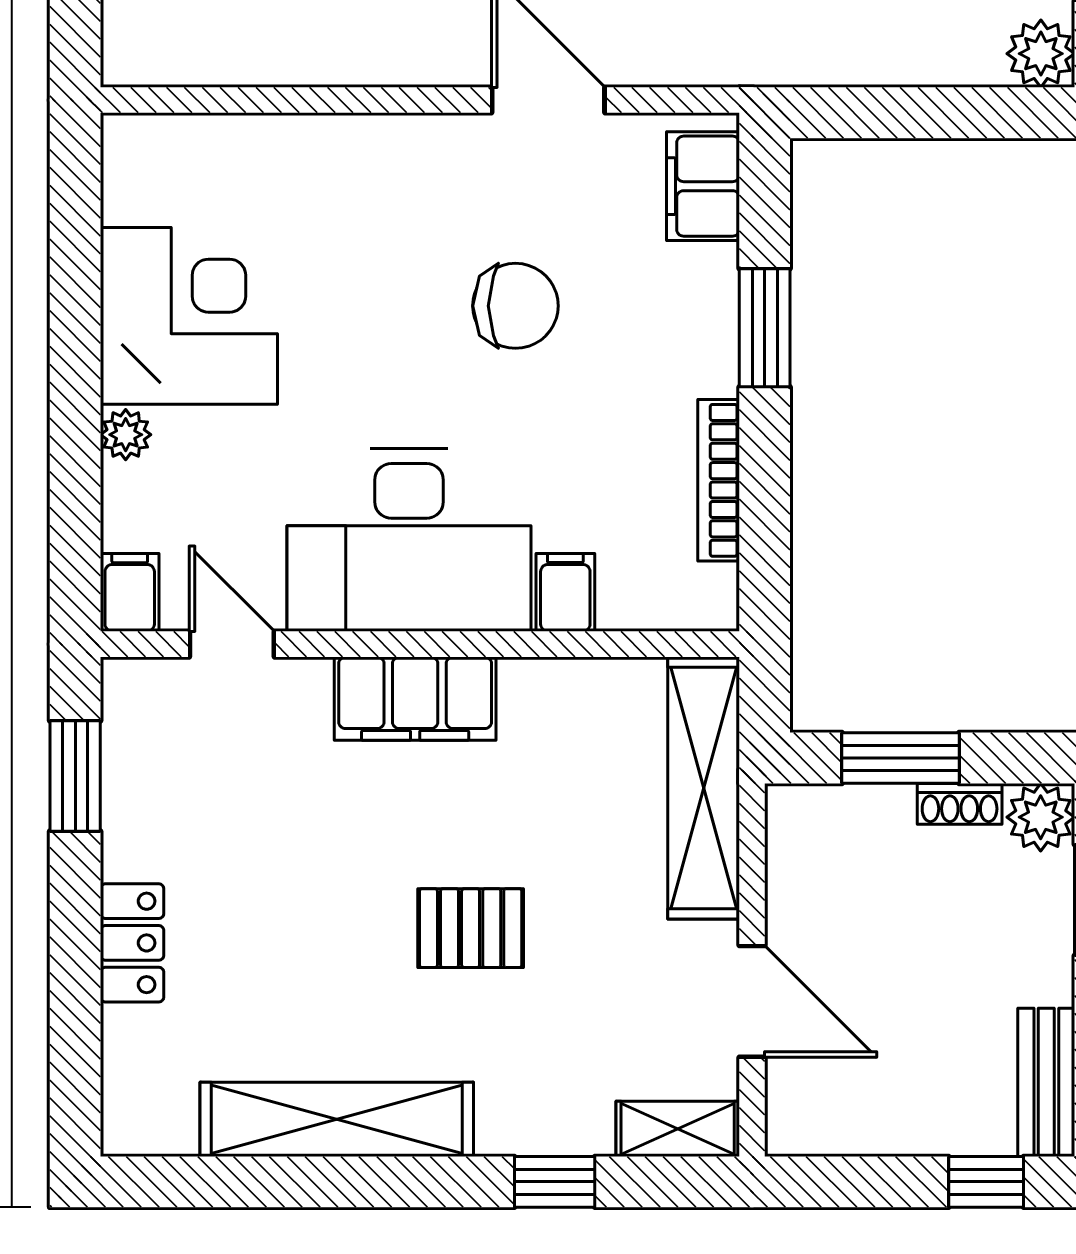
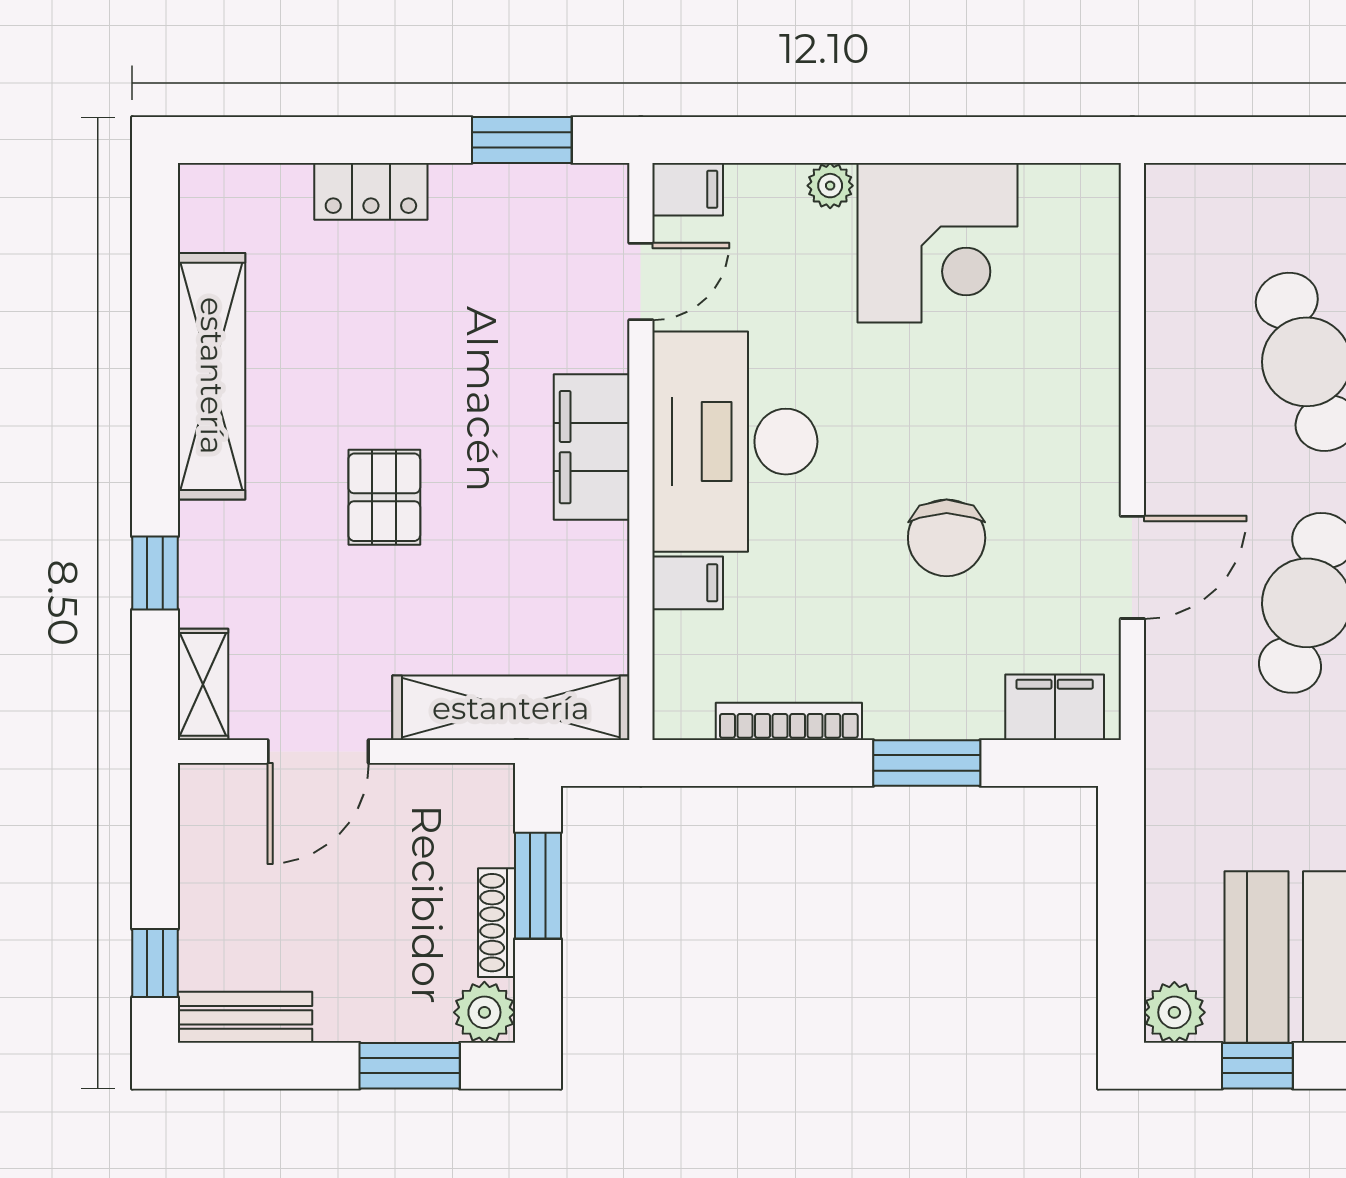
shoe rack: (960, 804) -> (497, 923), width x1.43

